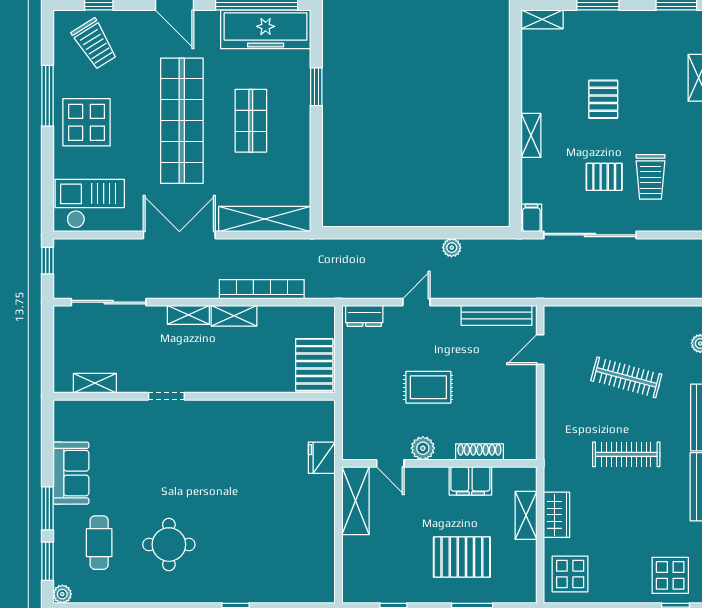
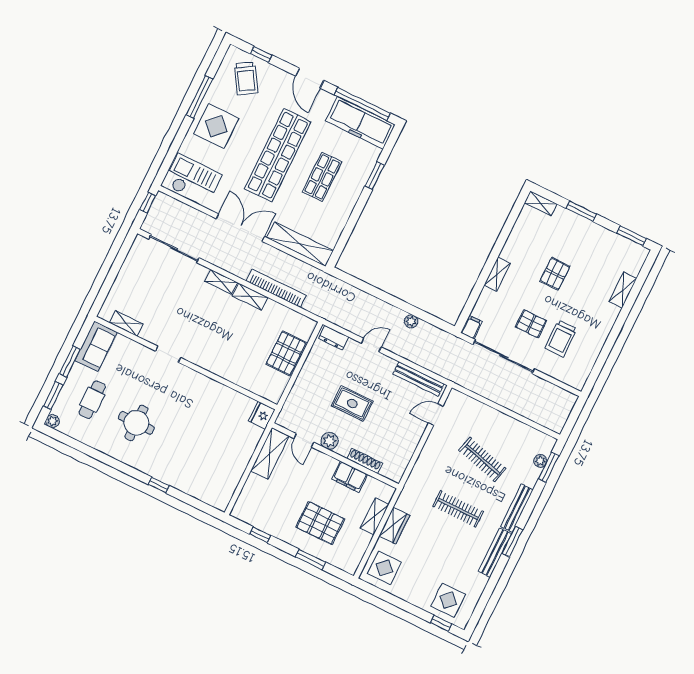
shelving: (95, 383) -> (126, 323), moved
doorway: (166, 396) -> (168, 354), moved
wall: (194, 396) -> (186, 363), moved

